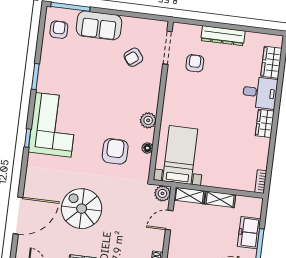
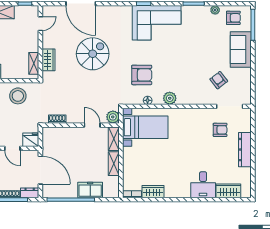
plant: (46, 51) -> (215, 10), added
wardrobe: (265, 123) -> (153, 192), moved

